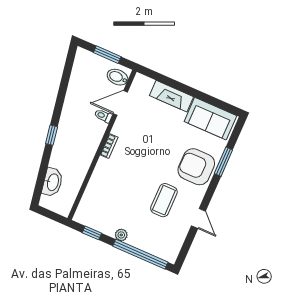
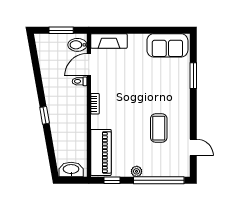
fireplace: (172, 96) -> (109, 41), moved
armchair: (196, 167) -> (173, 89), removed
washbasin: (52, 182) -> (71, 169), moved, turned -80
piano: (93, 199) -> (101, 152), added
door: (198, 219) -> (193, 147), moved

